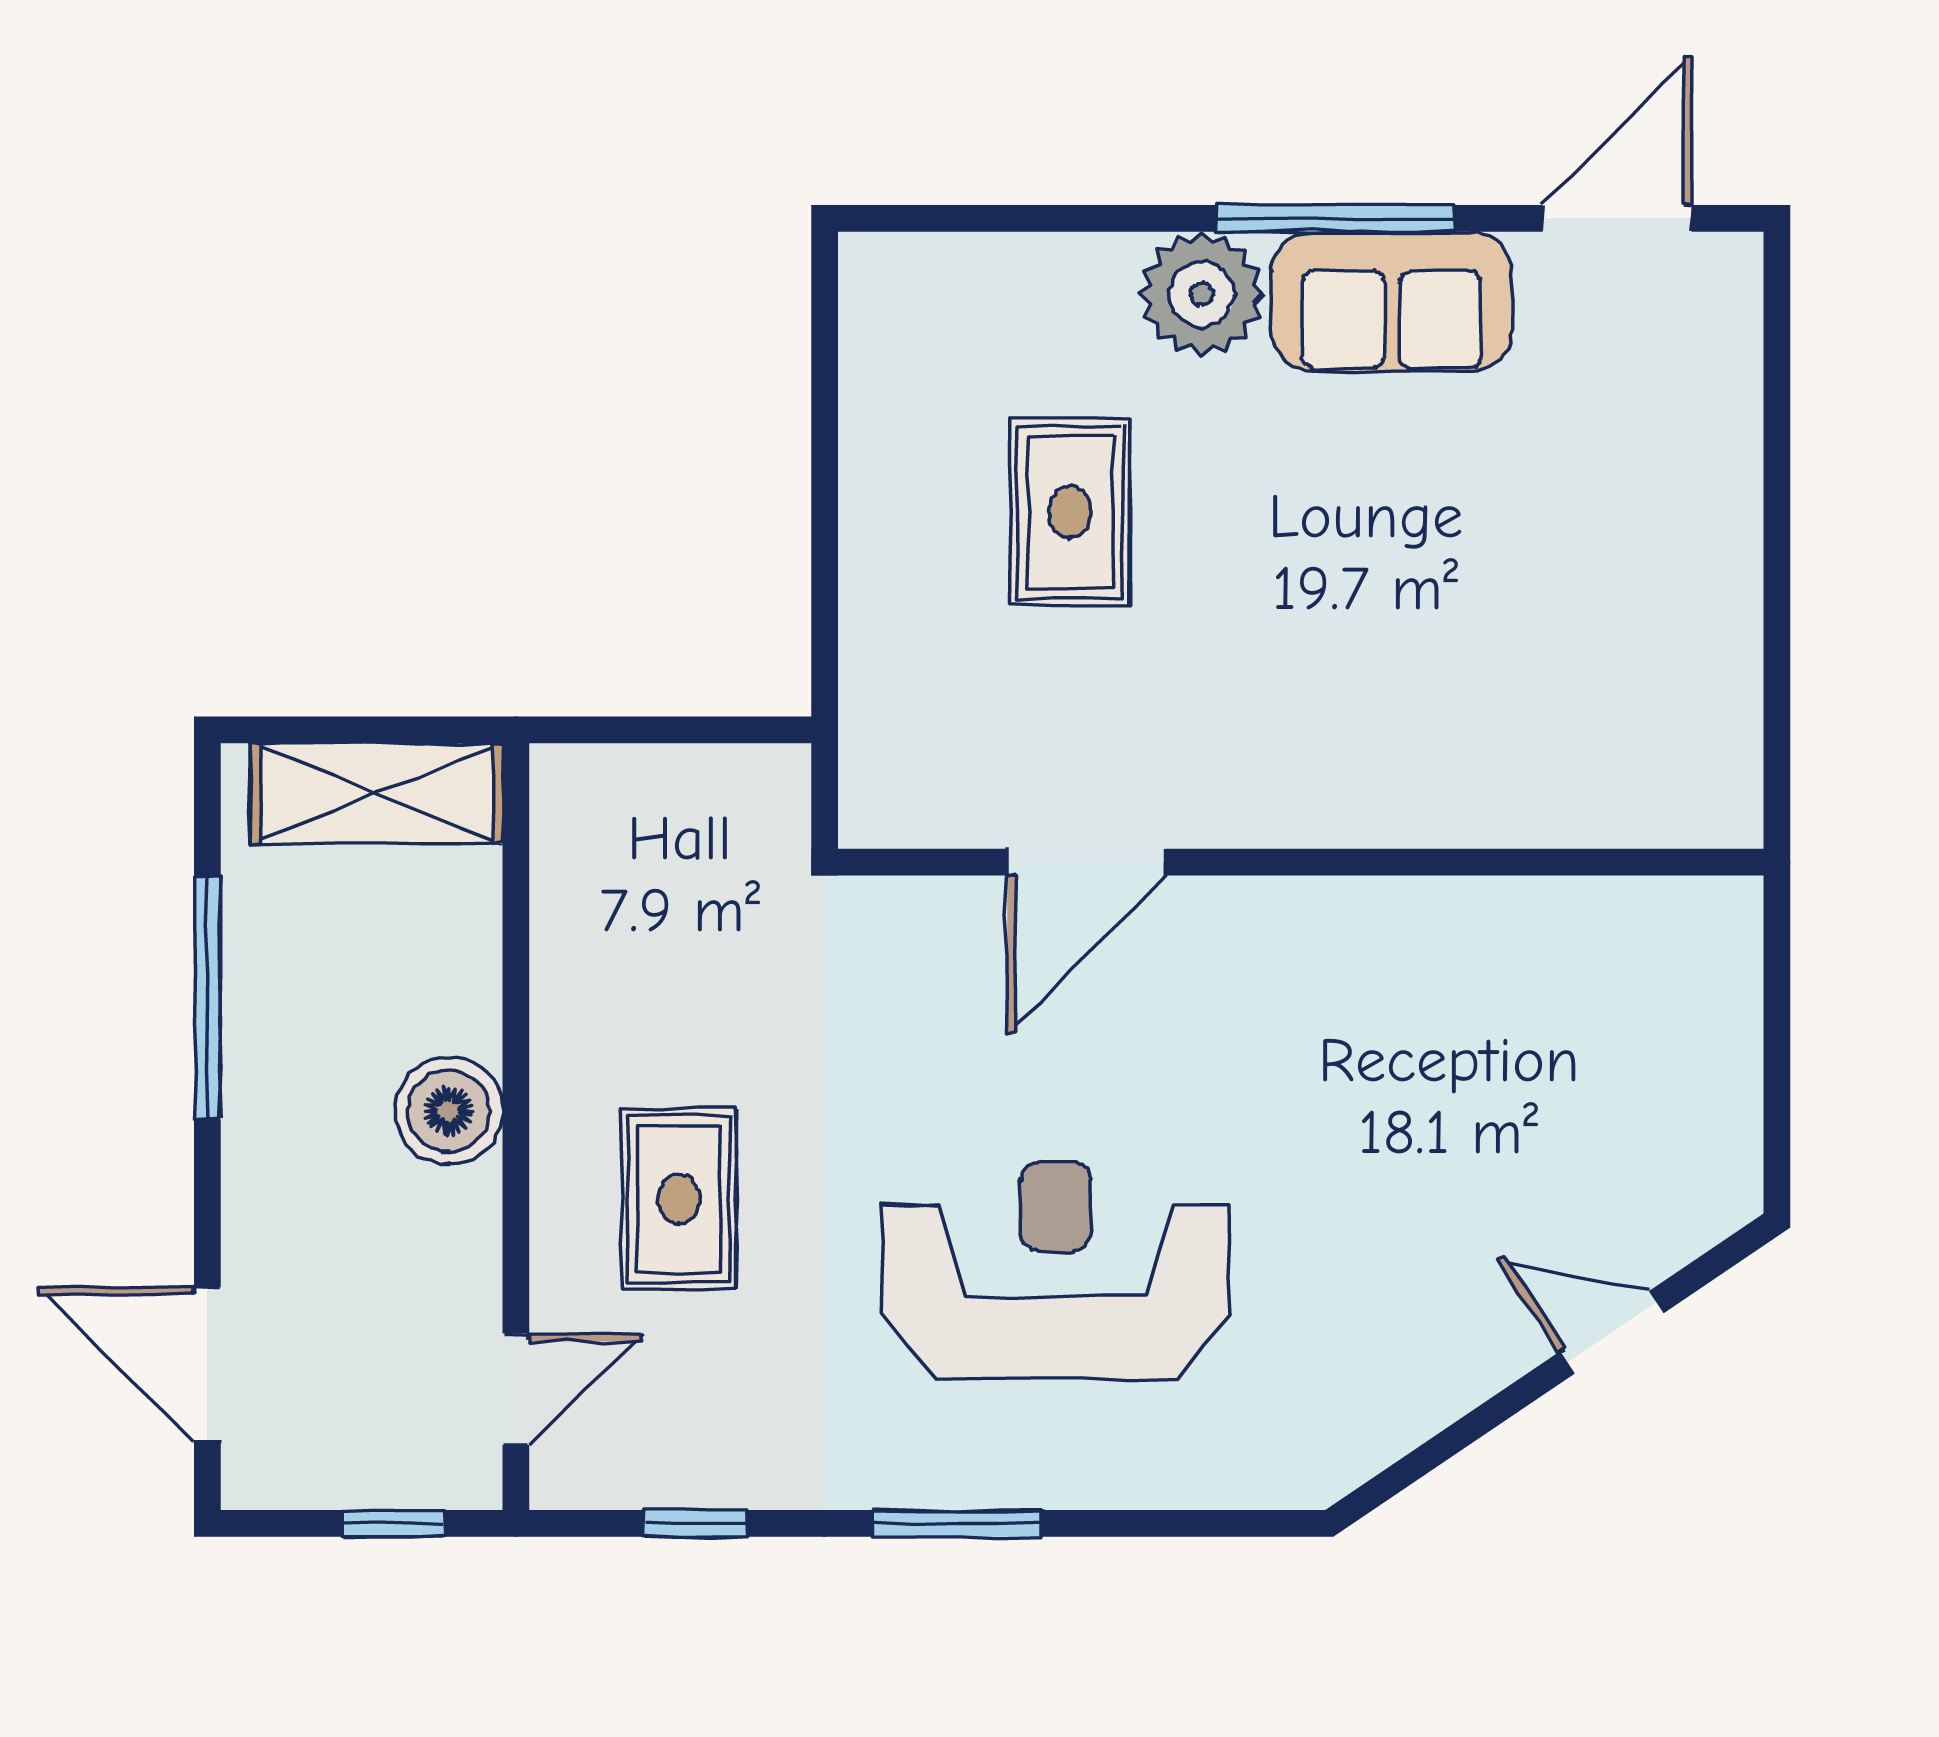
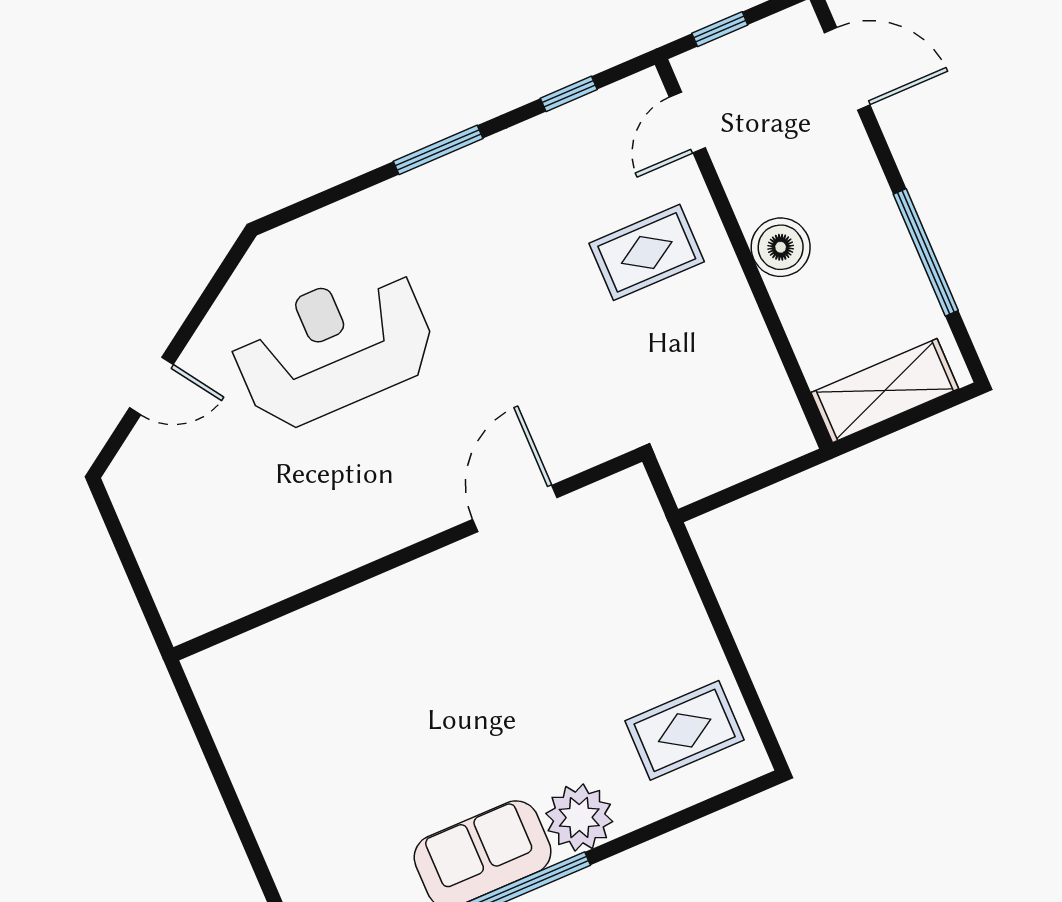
rug: (1070, 512) -> (685, 730), moved, turned 90
rug: (679, 1199) -> (647, 252), turned 90
reception desk: (1056, 1270) -> (333, 347), moved, turned 180

